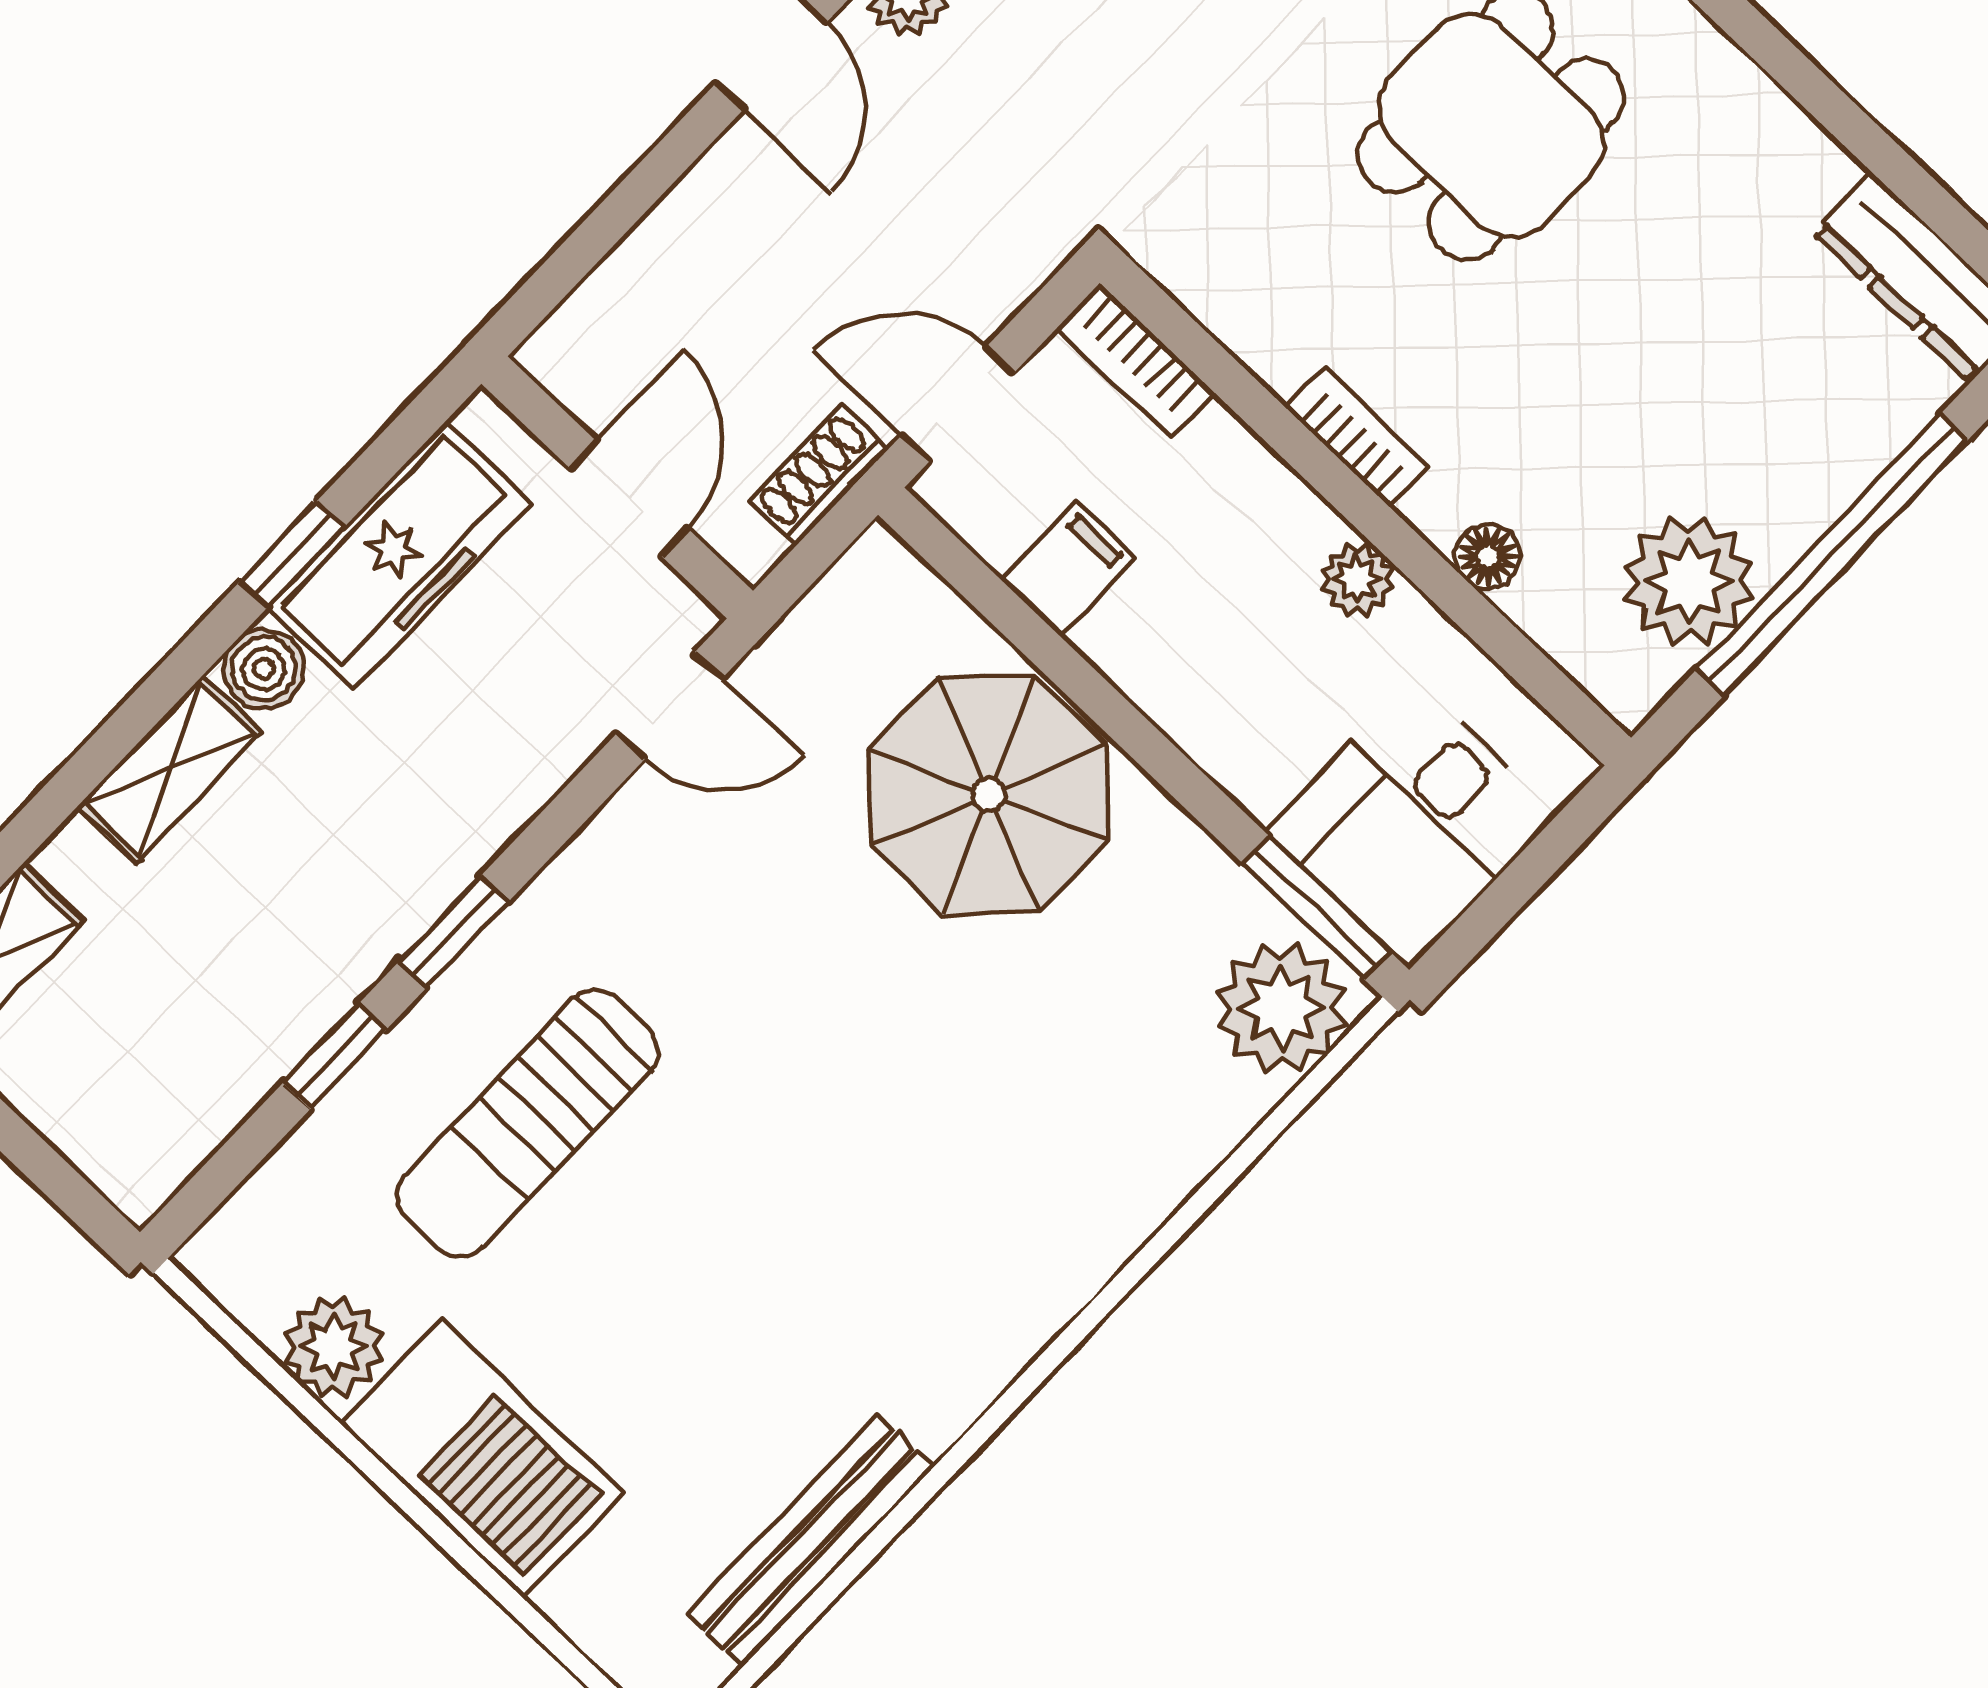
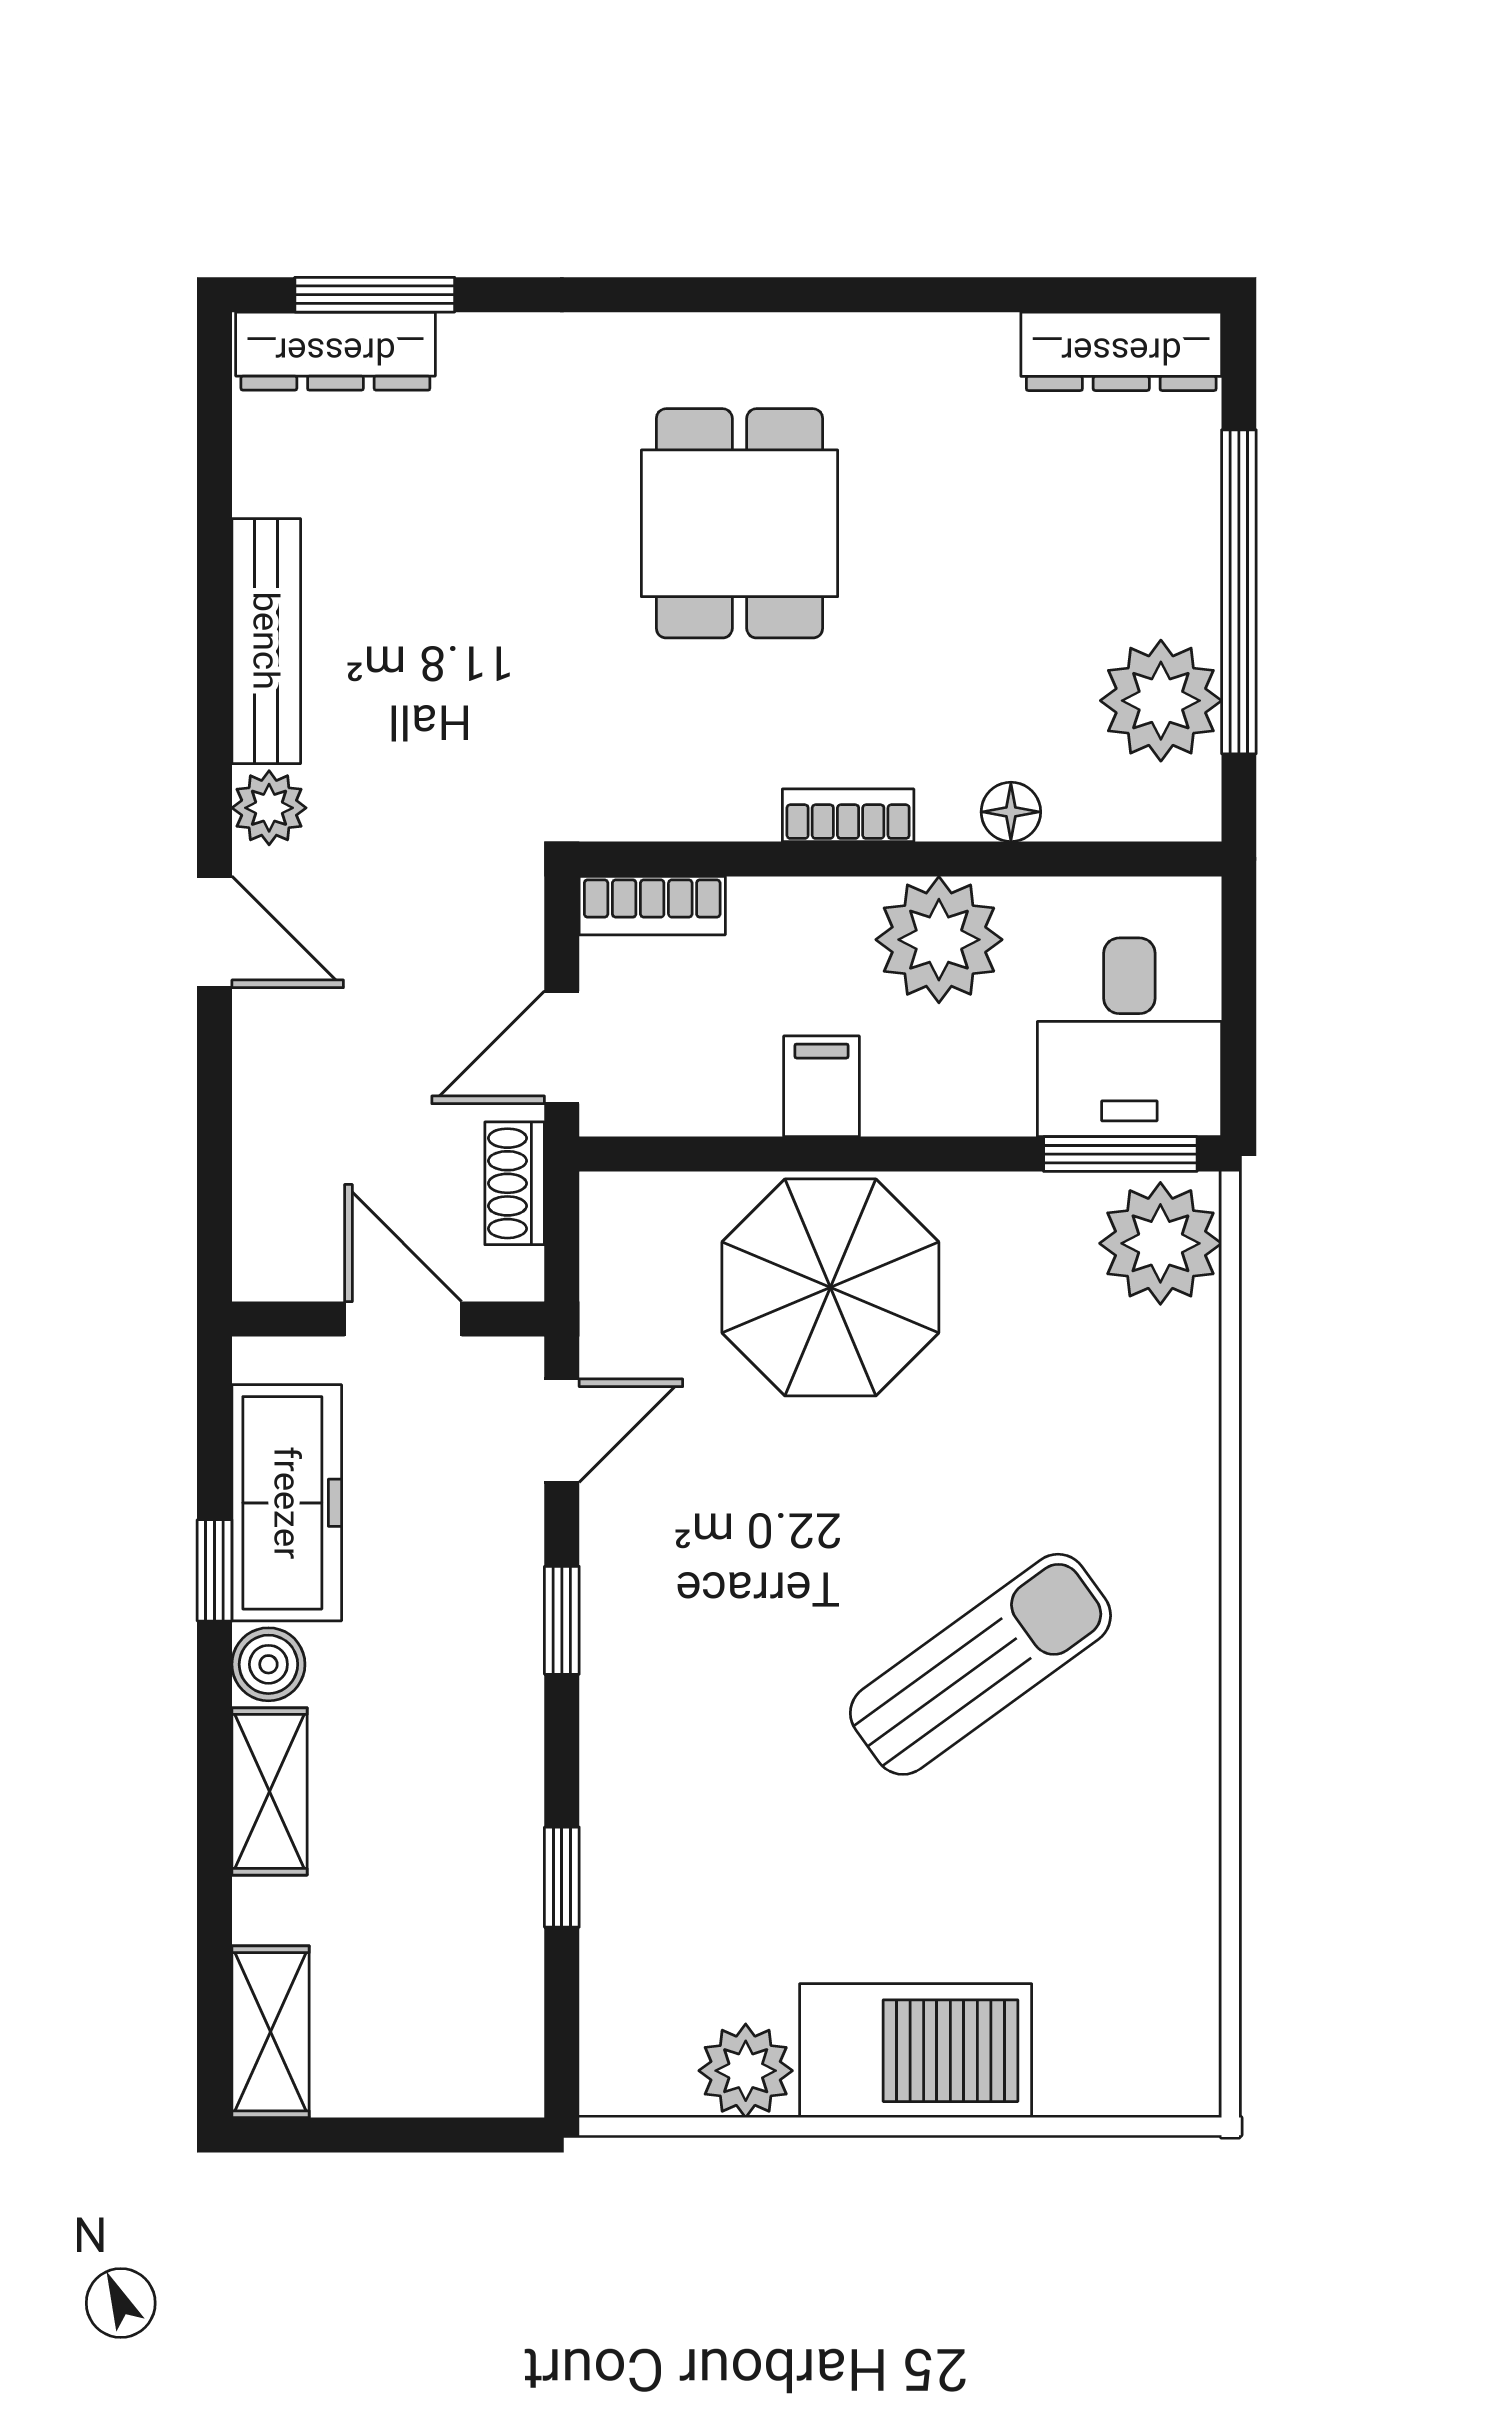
filing cabinet: (1068, 569) -> (821, 1086), moved
plant: (1357, 580) -> (939, 940), width x1.88, depth x1.88
window: (454, 931) -> (562, 1620), moved
sun lounger: (528, 1123) -> (980, 1664), moved, turned -126
bench: (810, 1541) -> (1186, 1897), removed

